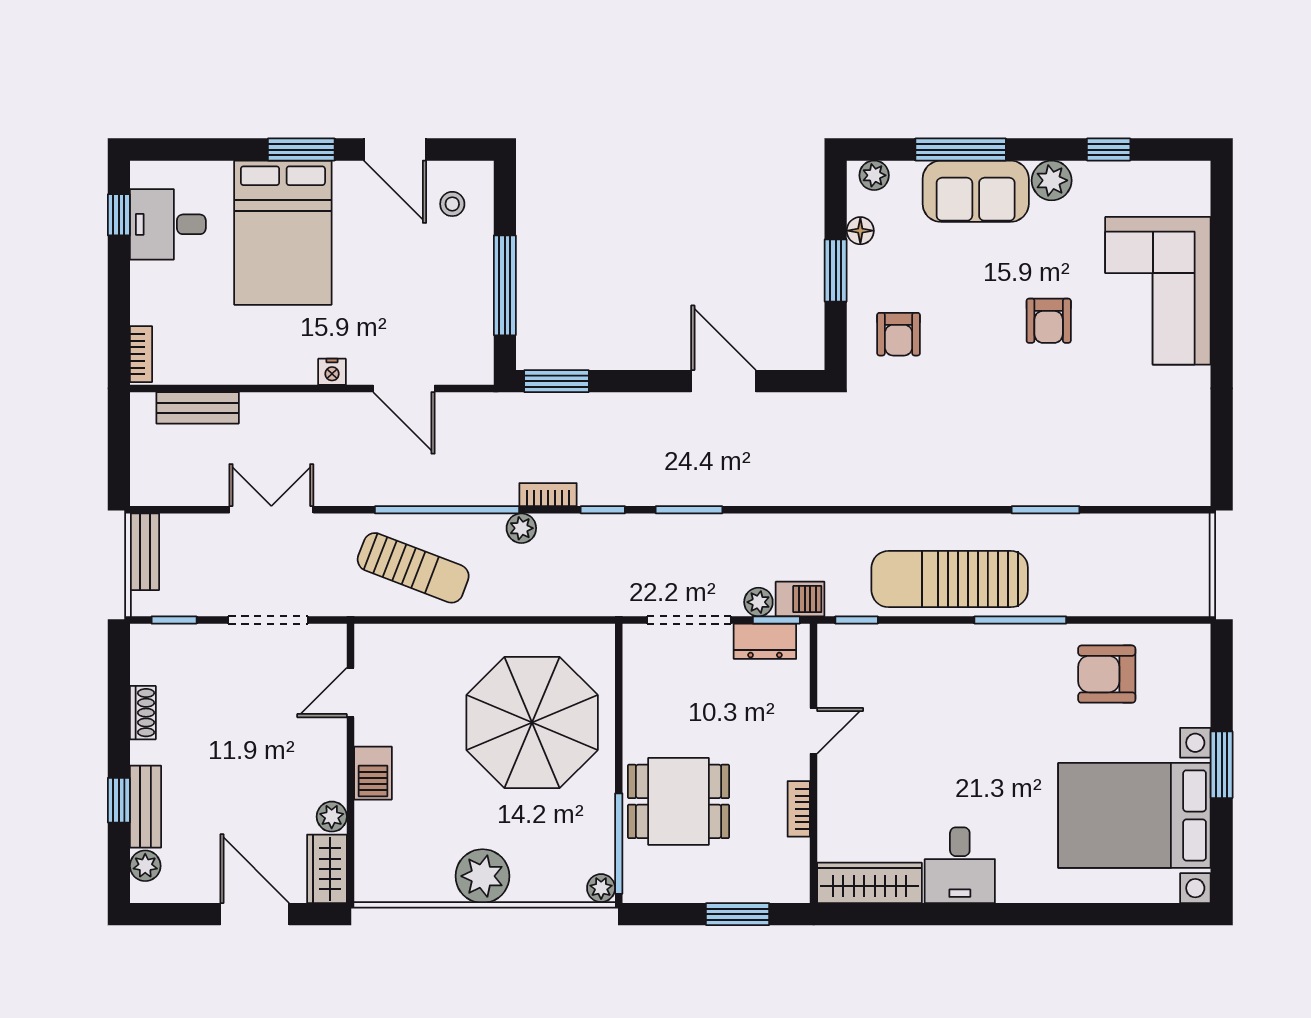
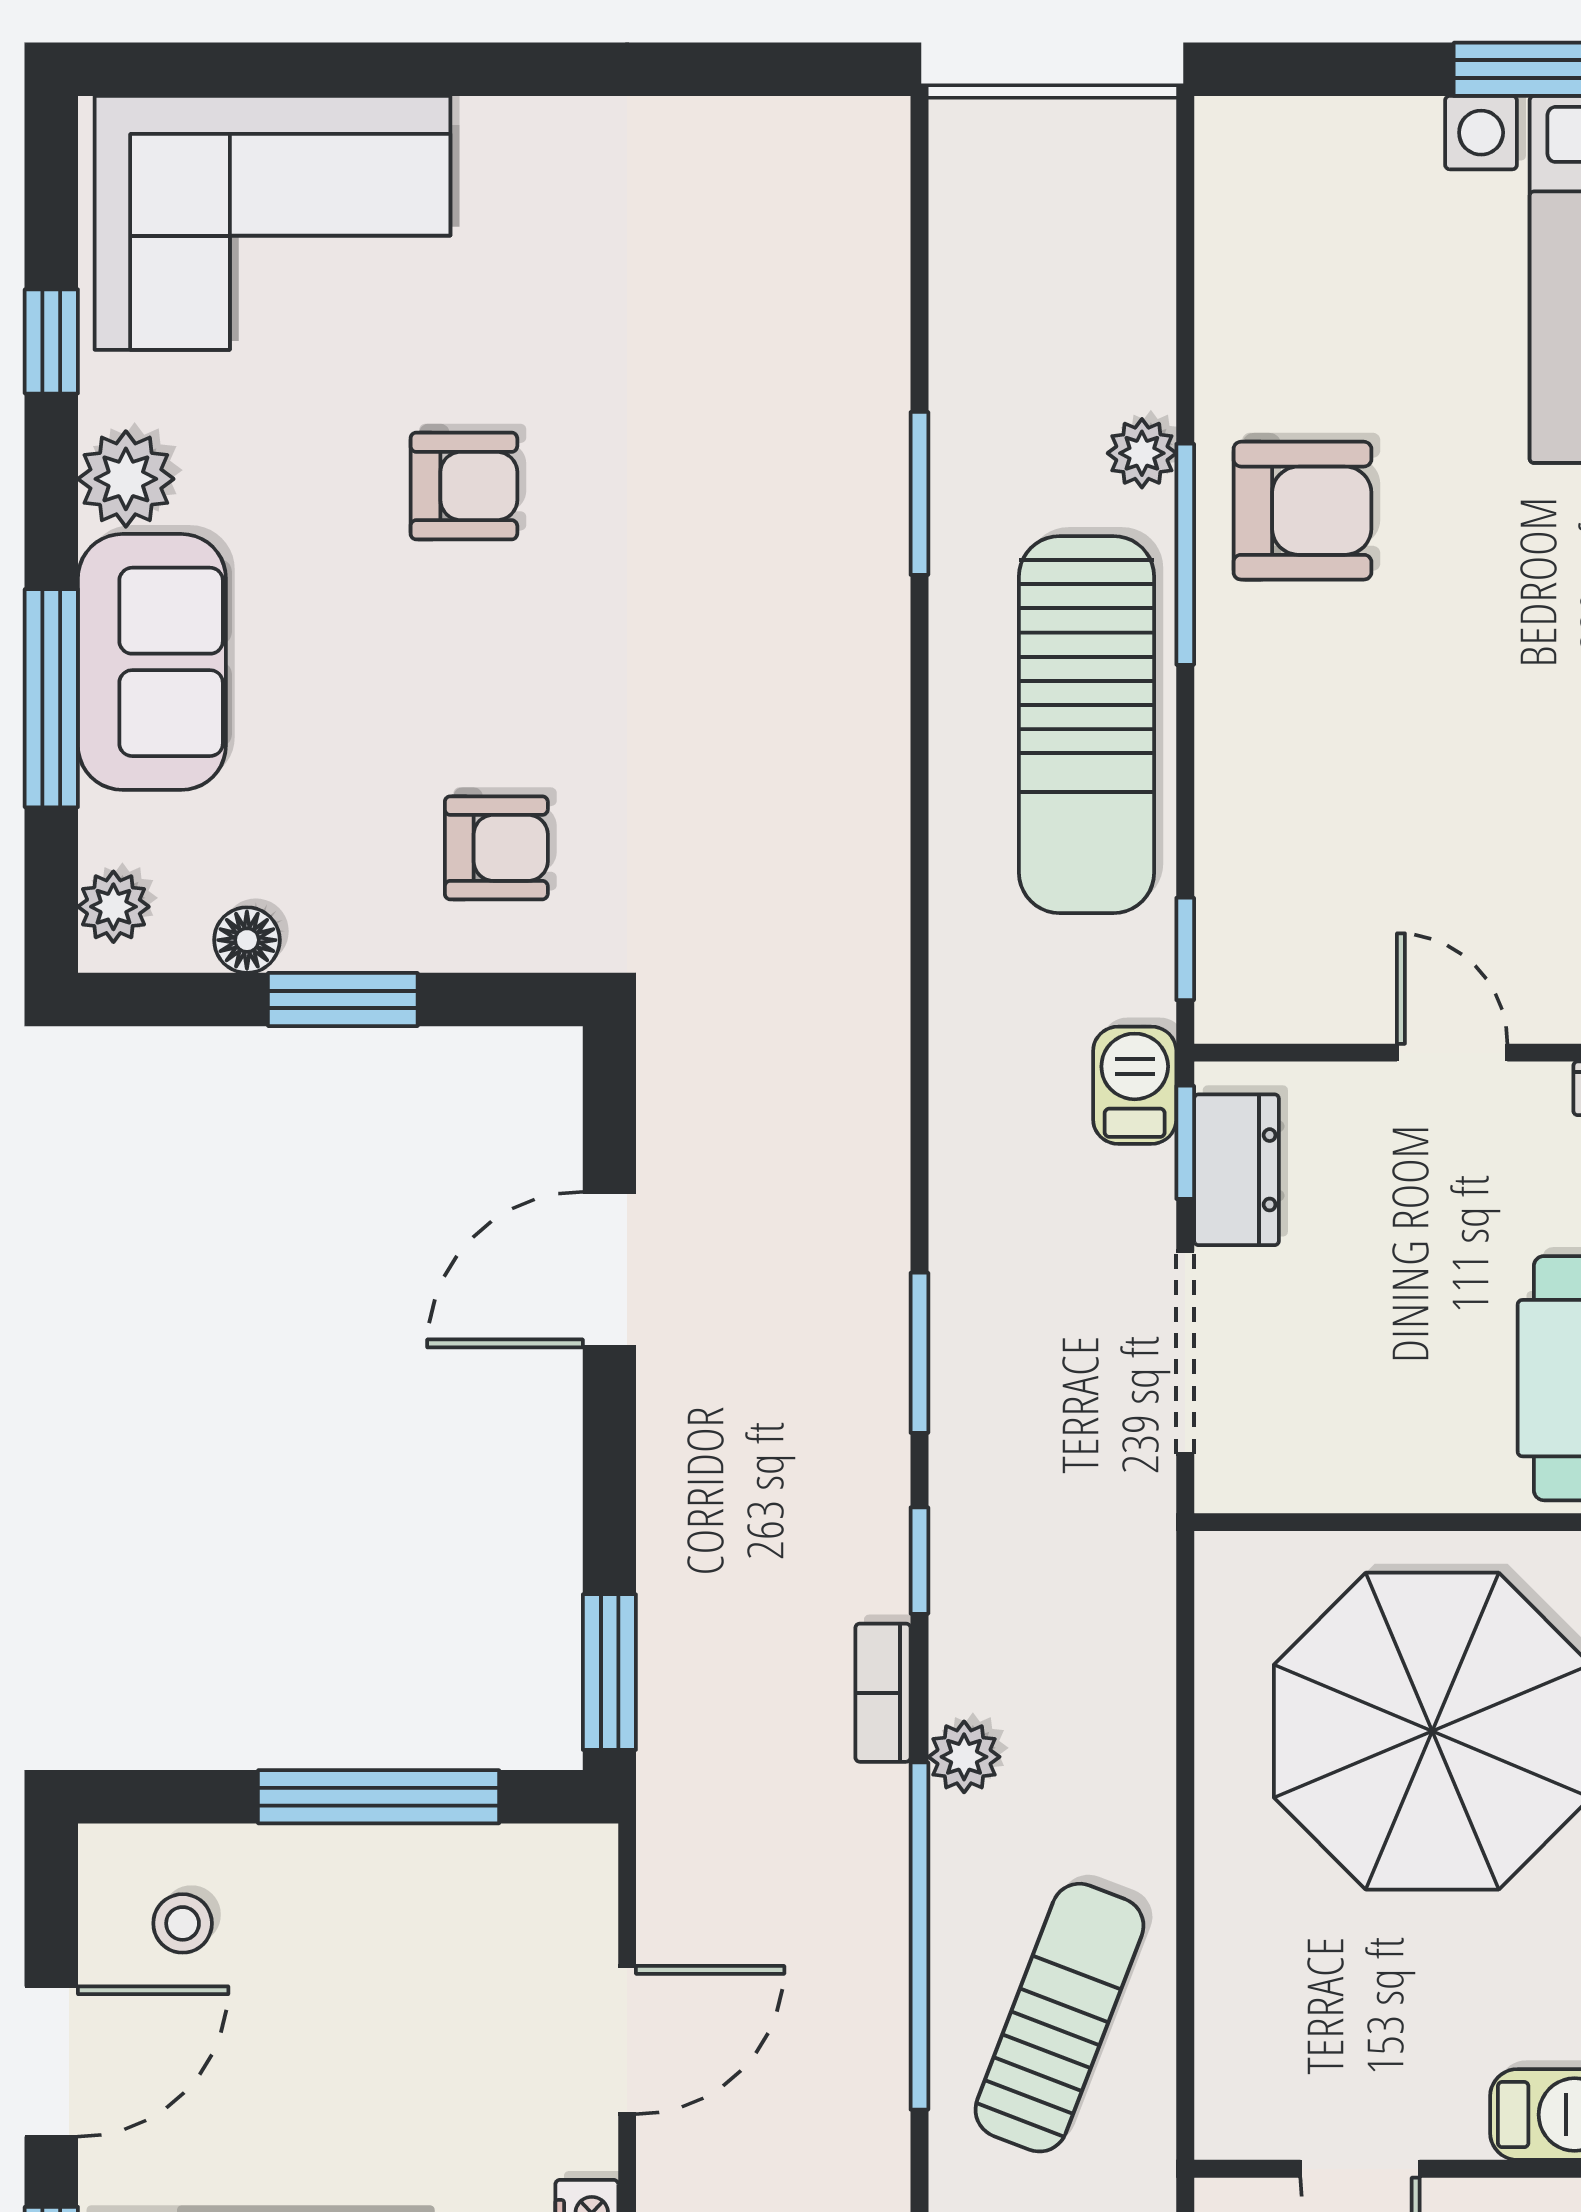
corner sofa: (1158, 291) -> (273, 223), moved
plant: (758, 602) -> (1142, 453), moved
armchair: (1107, 674) -> (1302, 511), moved, turned -90

